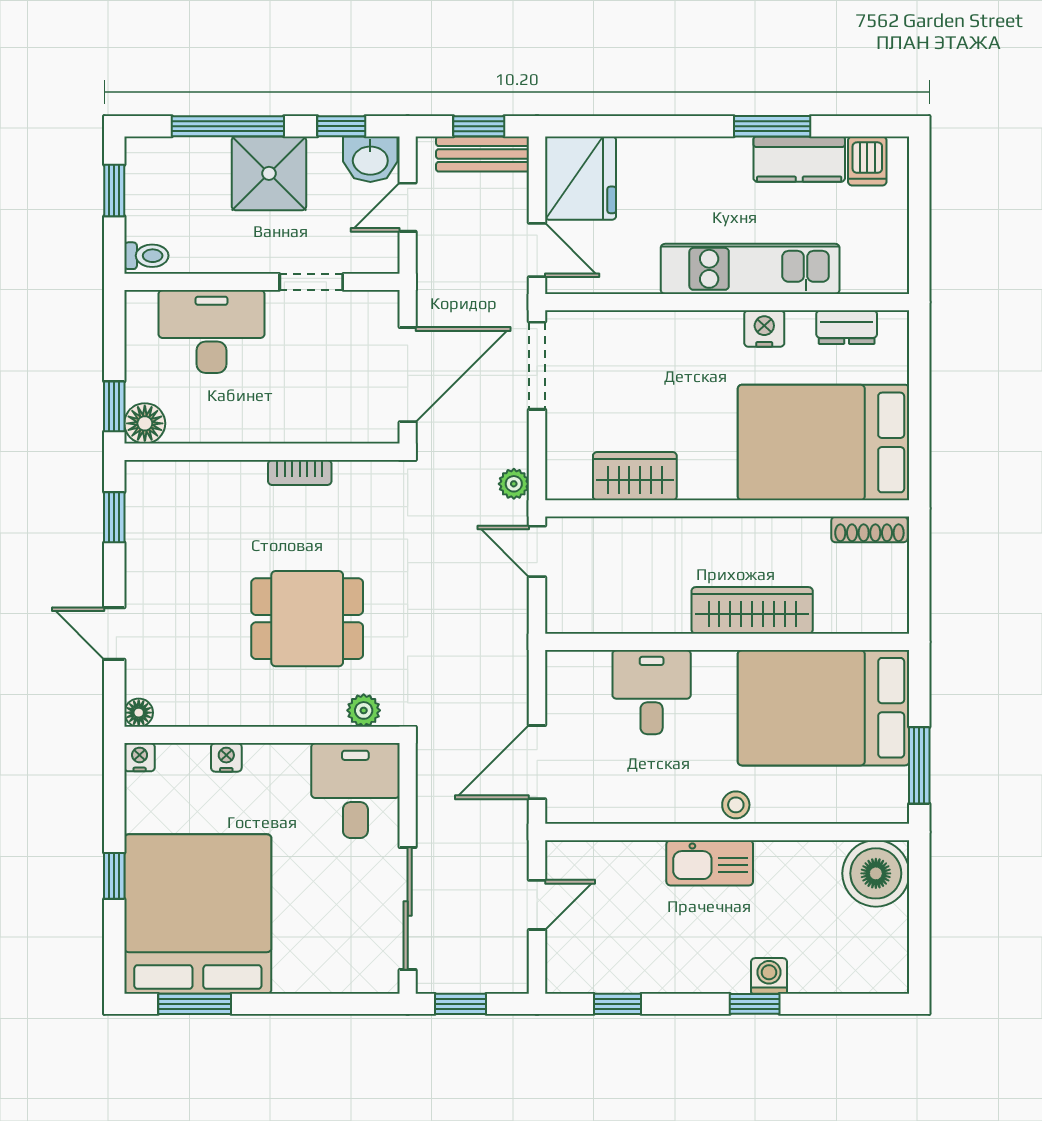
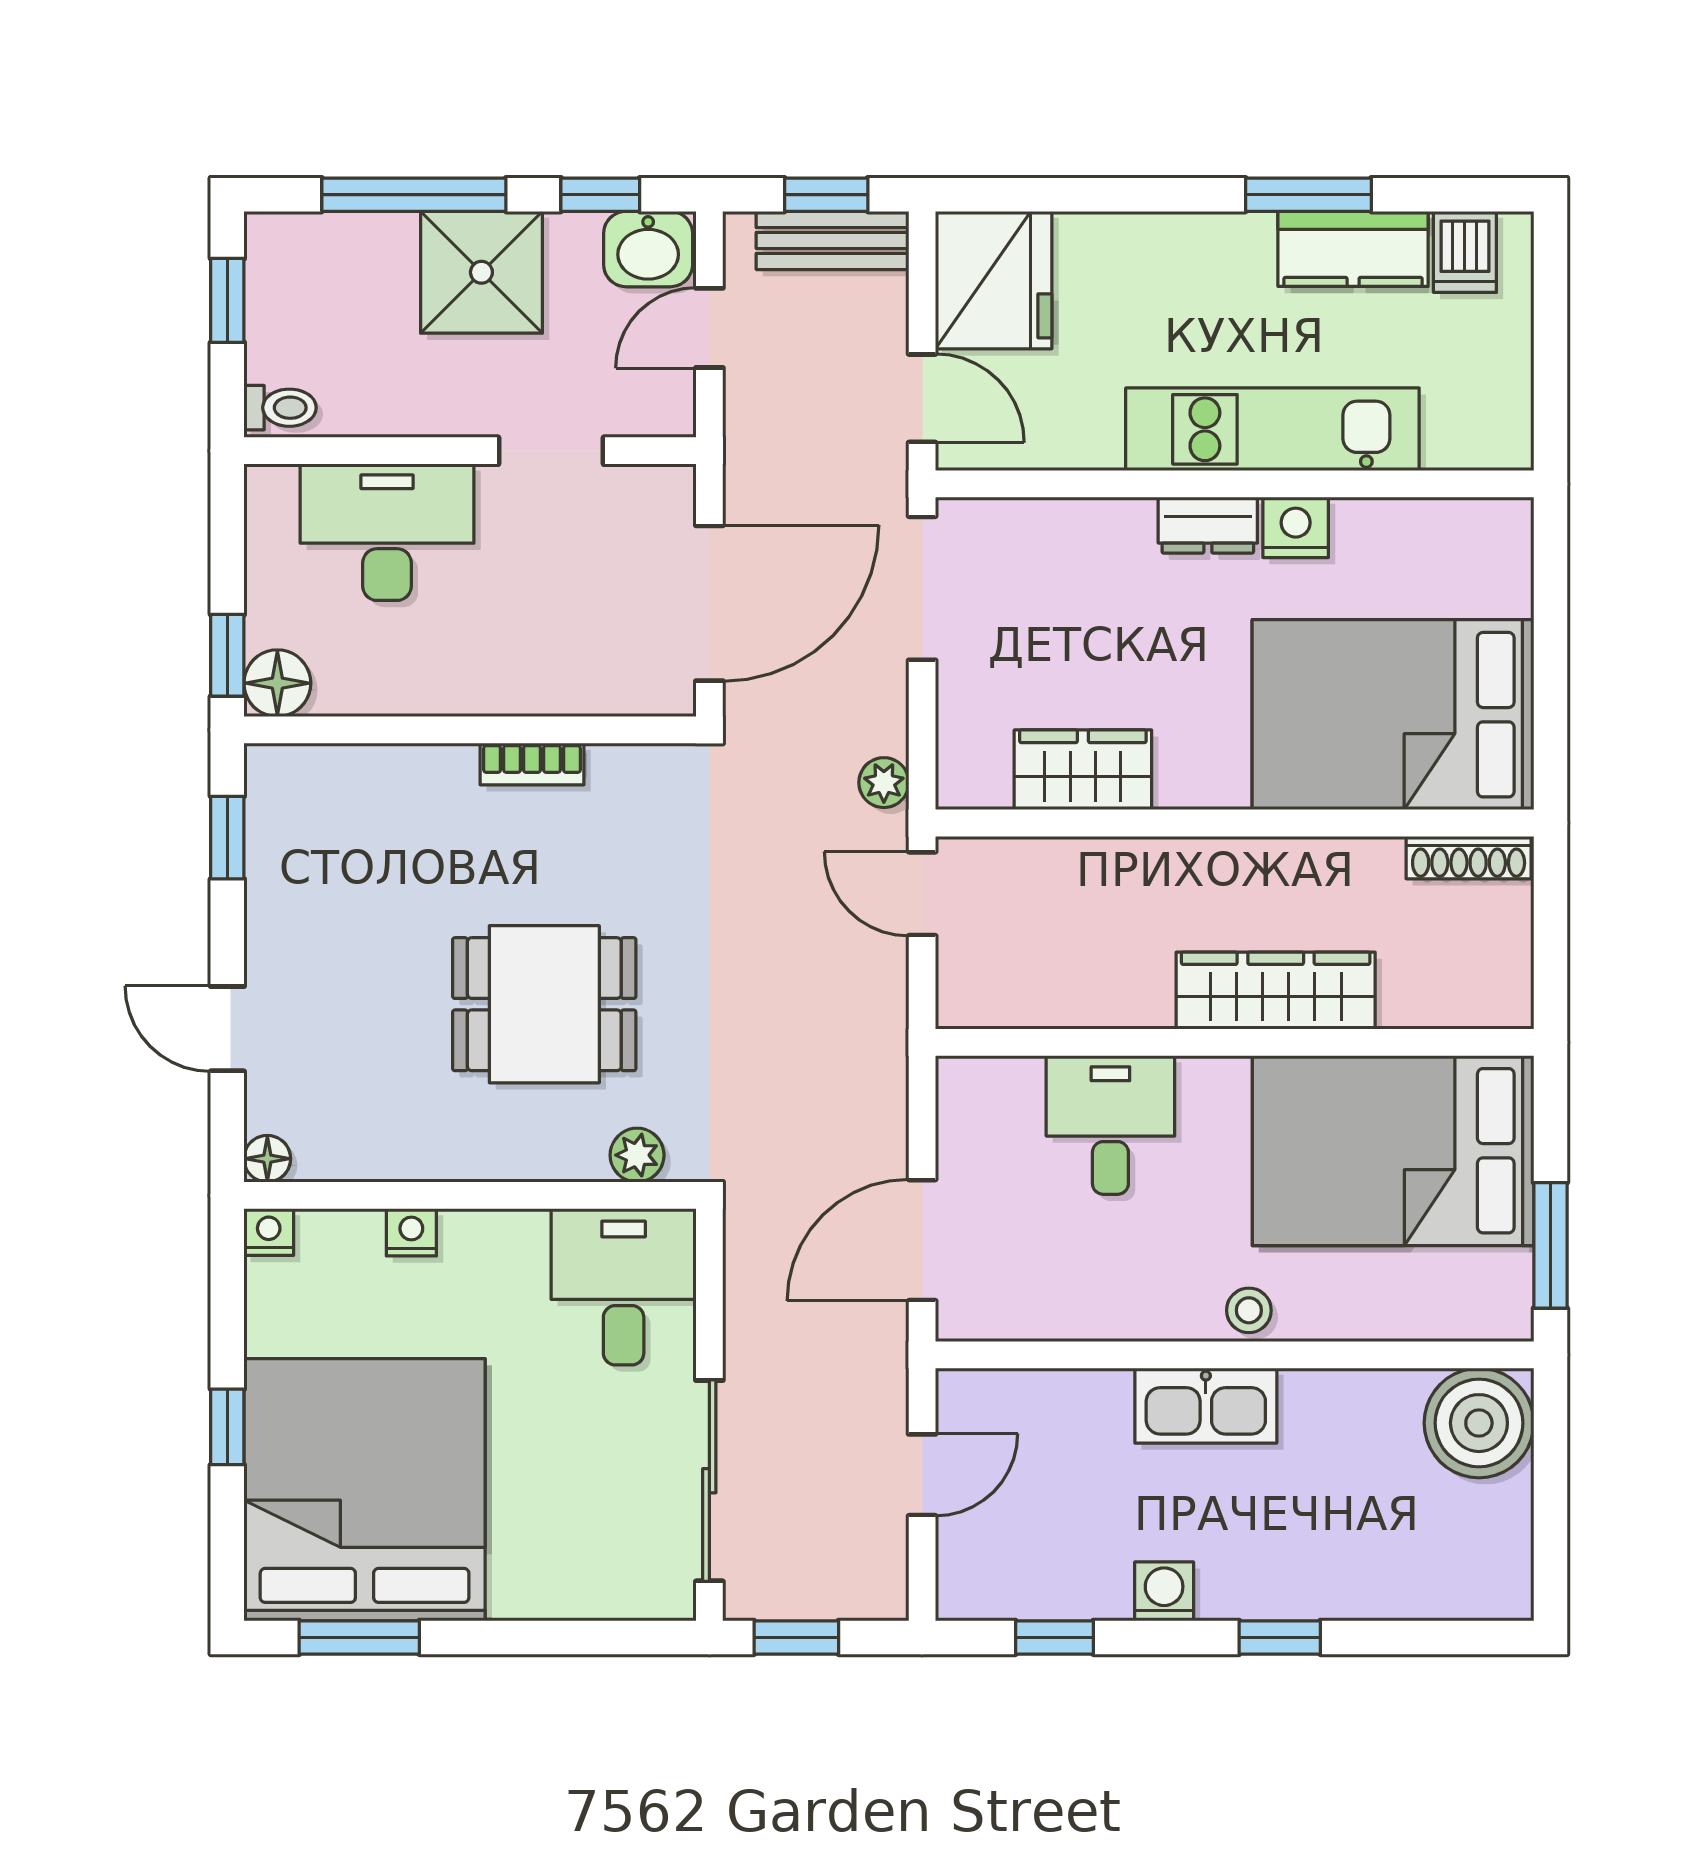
dresser: (847, 327) -> (1208, 525), moved
washing machine: (769, 976) -> (1164, 1591), moved

